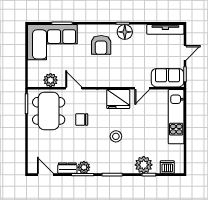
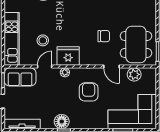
armchair: (101, 45) -> (89, 92), moved
plant: (122, 82) -> (65, 72), added
stool: (116, 136) -> (43, 40), moved

